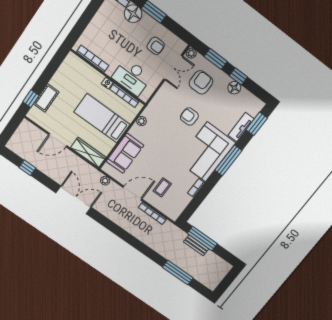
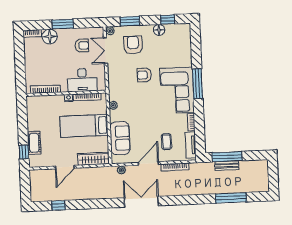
double door: (173, 67) -> (105, 50), swing flipped
window: (238, 76) -> (168, 19), moved
window: (257, 124) -> (196, 42), removed
tv unit: (241, 127) -> (191, 145), moved
double door: (74, 200) -> (141, 202), moved

